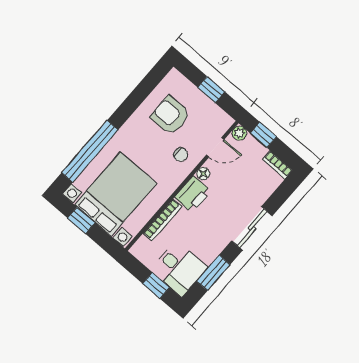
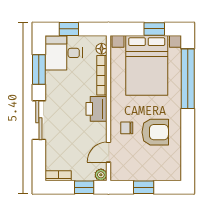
armchair: (170, 115) -> (155, 132), moved
floor lamp: (203, 174) -> (102, 49), moved

